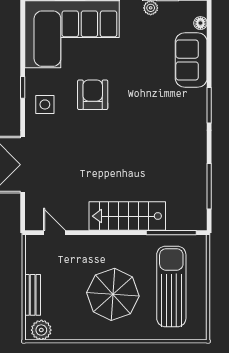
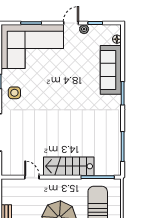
sofa: (191, 60) -> (111, 70), width x1.36
armchair: (93, 95) -> (46, 86), removed
door: (54, 233) -> (32, 177), moved

